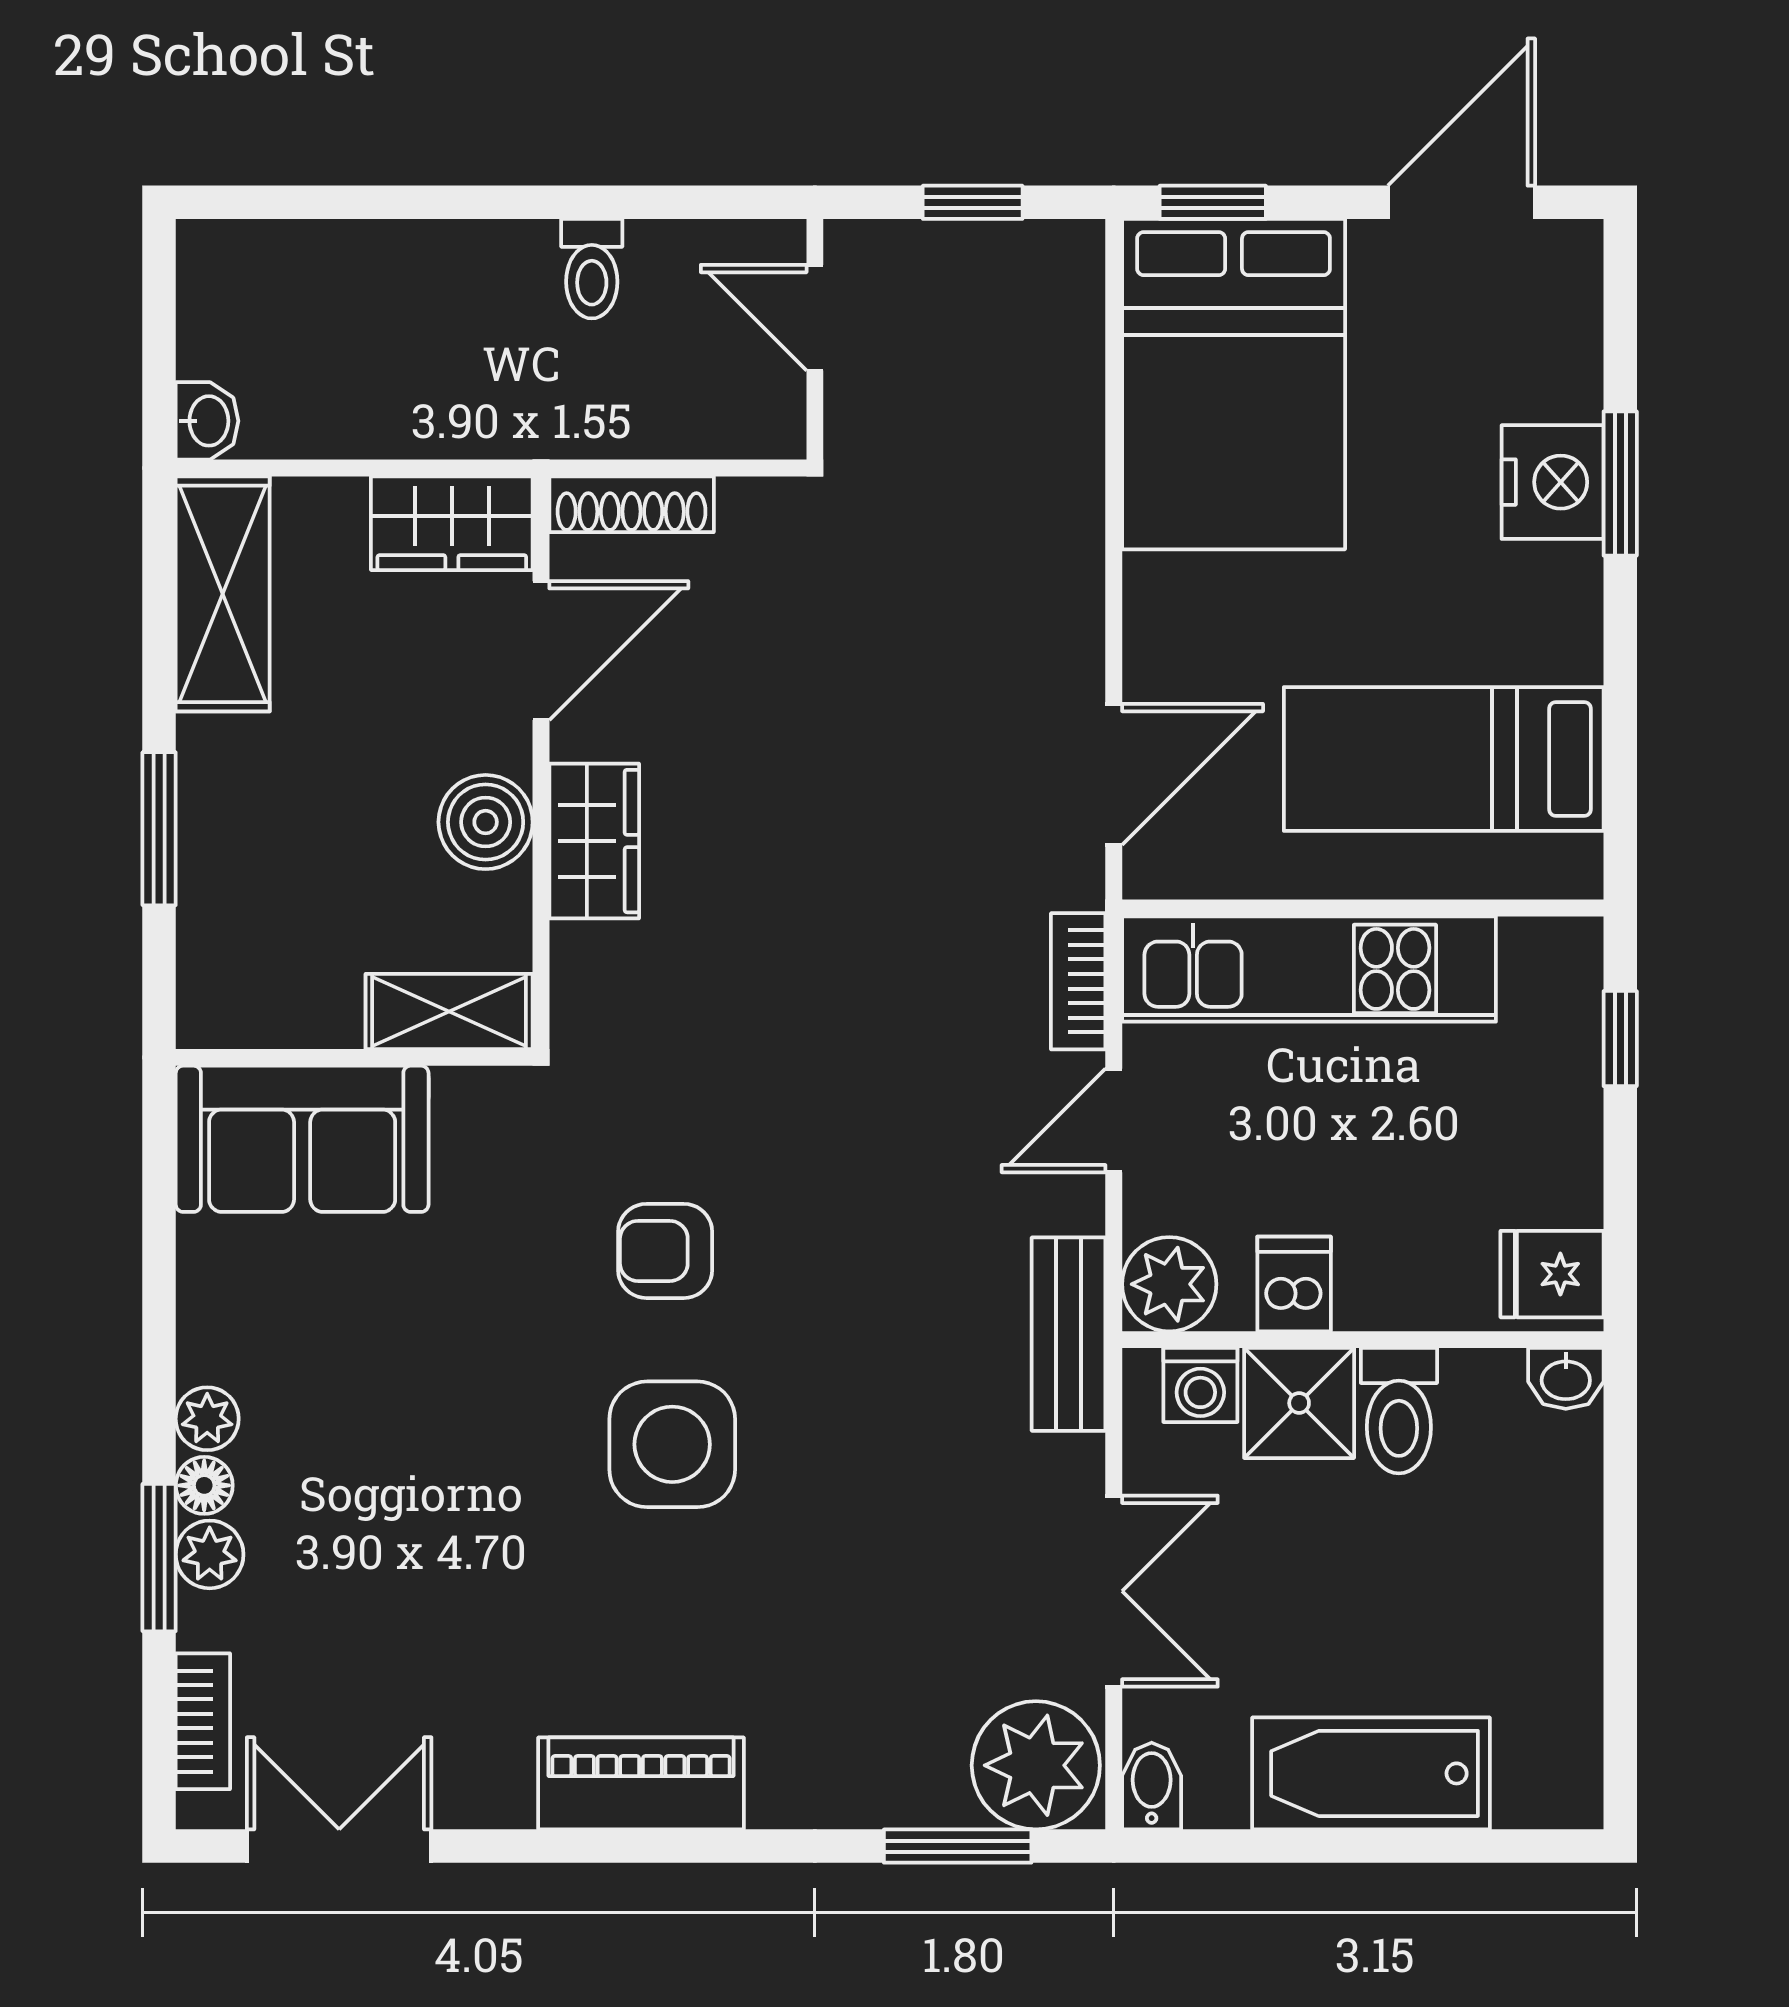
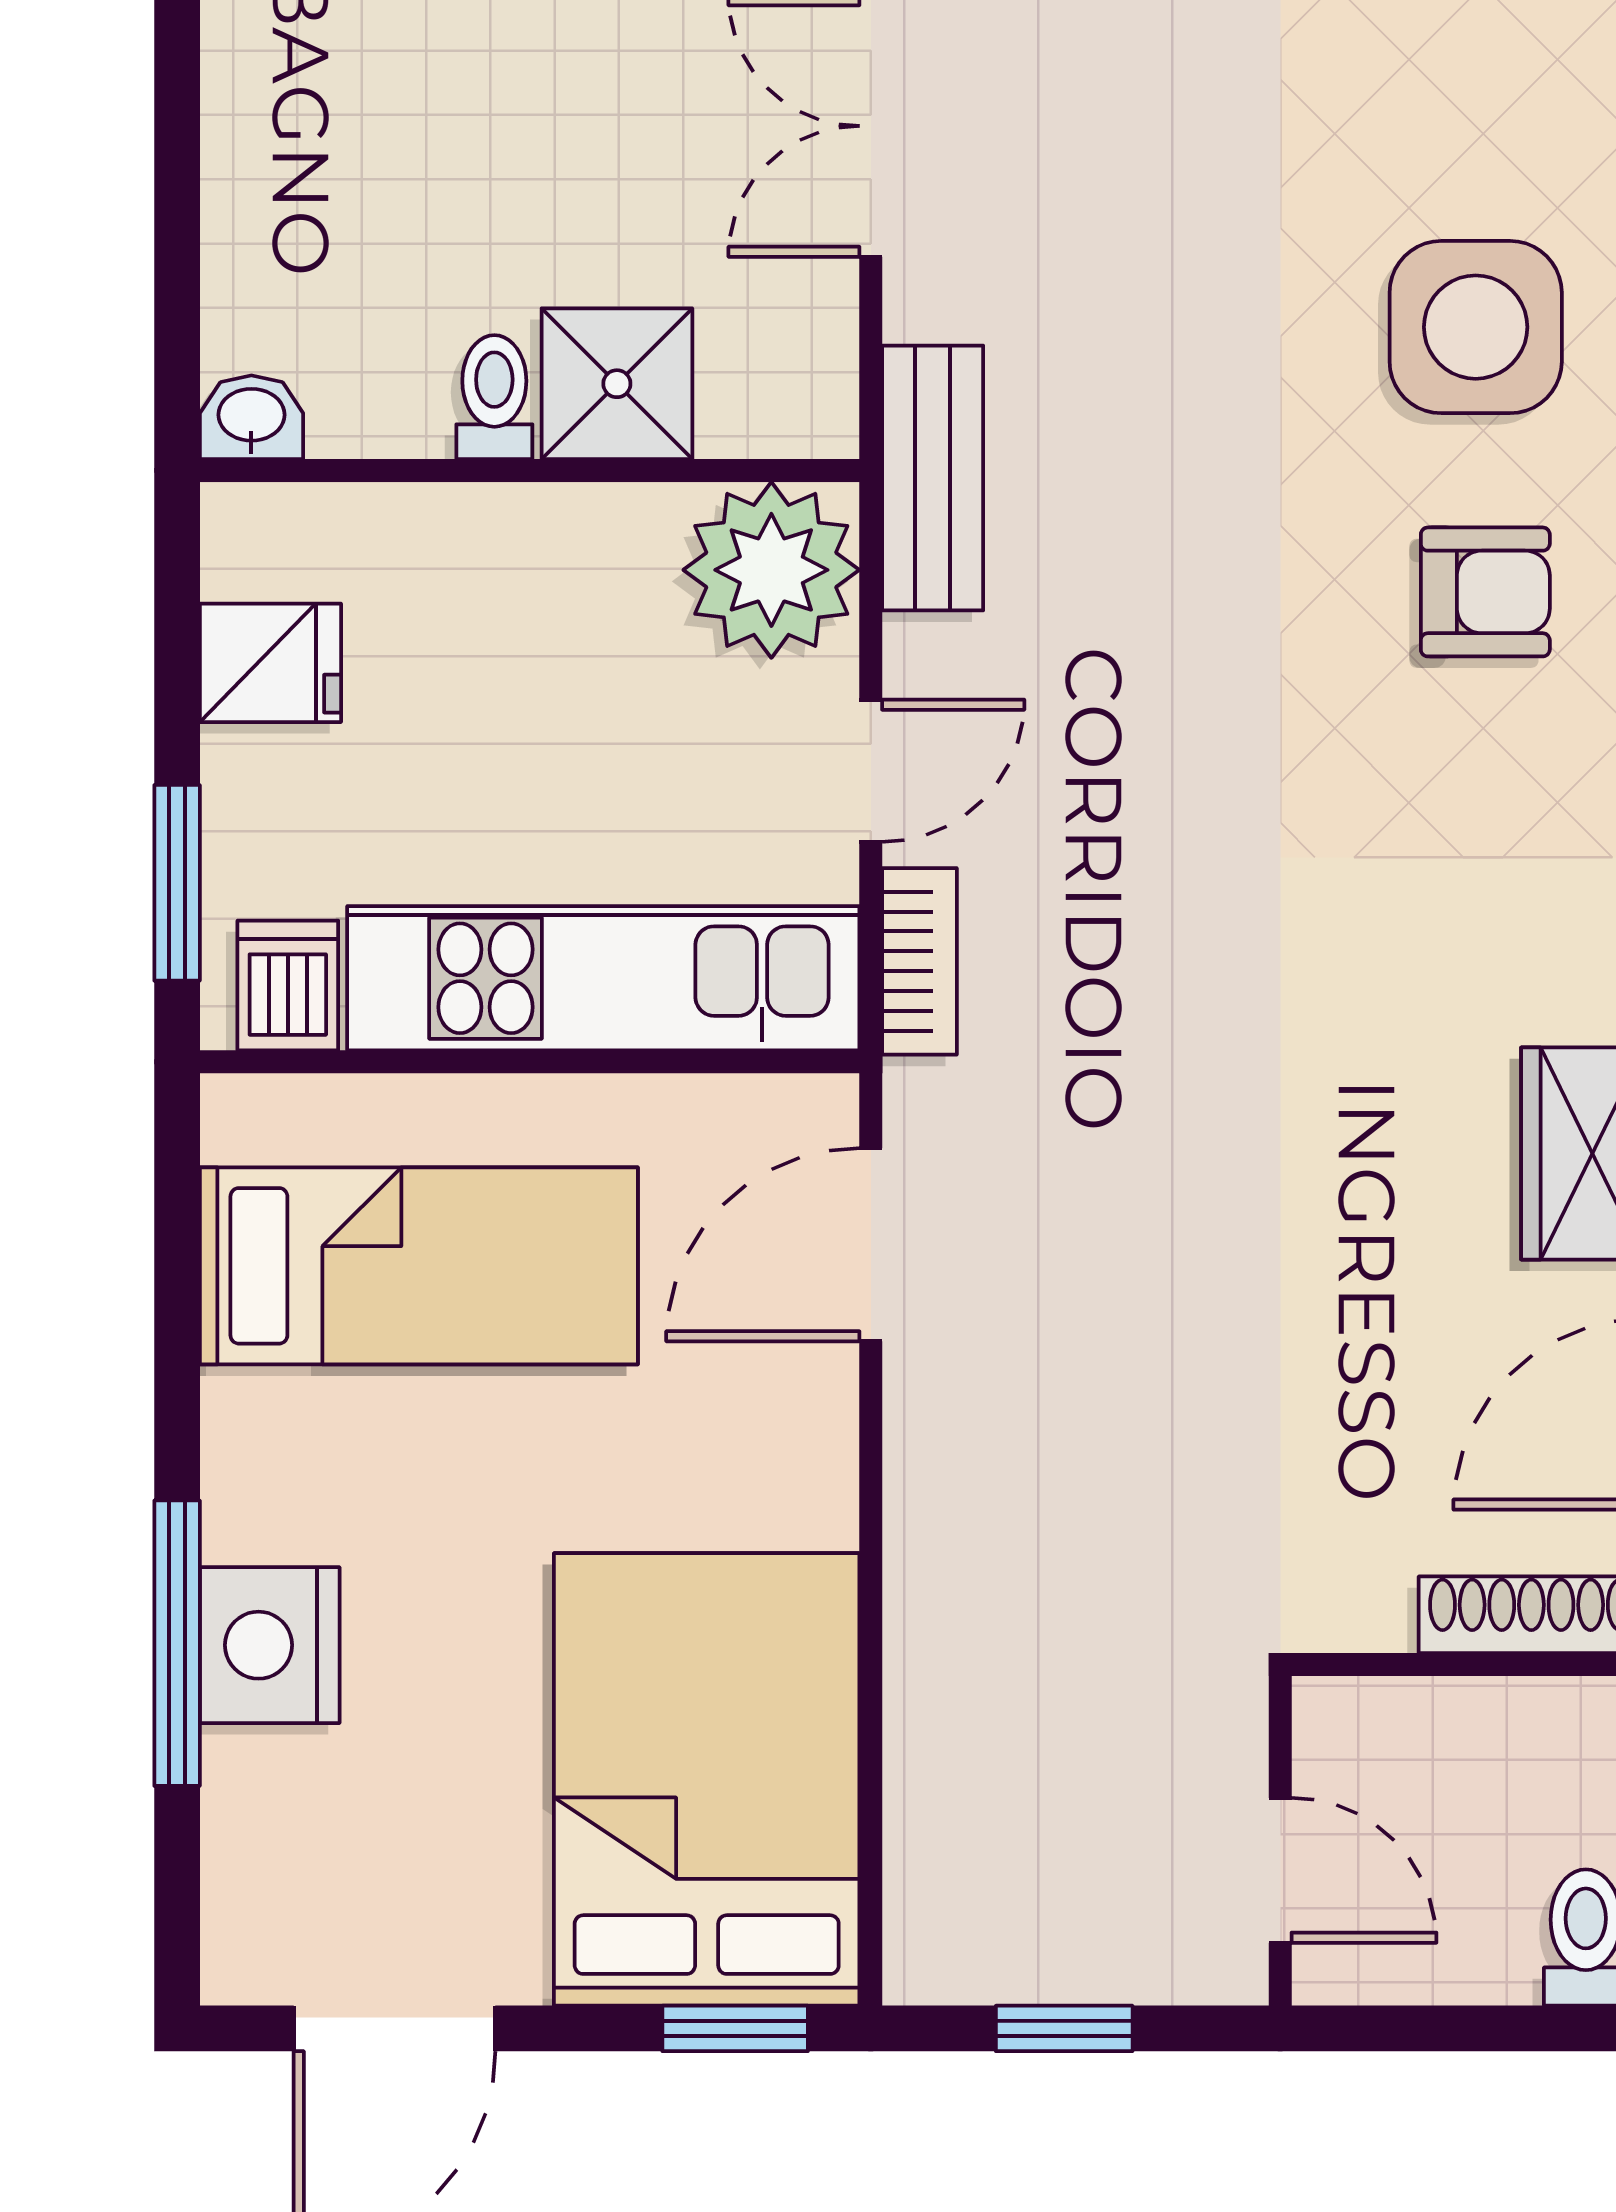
window: (1620, 484) -> (177, 1643), width x1.44
window: (1620, 1039) -> (177, 883), width x1.50
fridge: (1552, 1274) -> (270, 663), moved
plant: (1169, 1284) -> (771, 570), width x1.36, depth x1.36
dishwasher: (1294, 1284) -> (288, 985), moved, turned 180
washing machine: (1200, 1385) -> (752, 408), removed
toilet: (1399, 1411) -> (494, 397), width x0.73, depth x0.72

